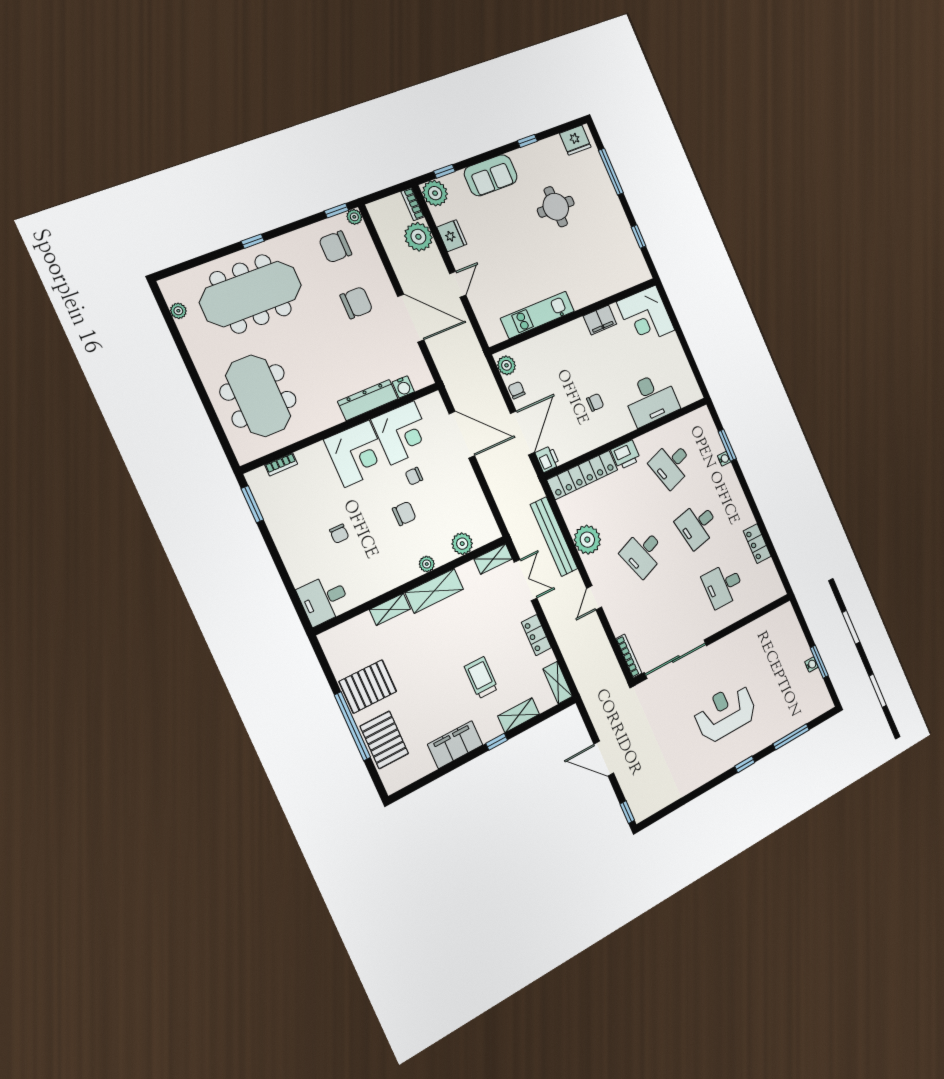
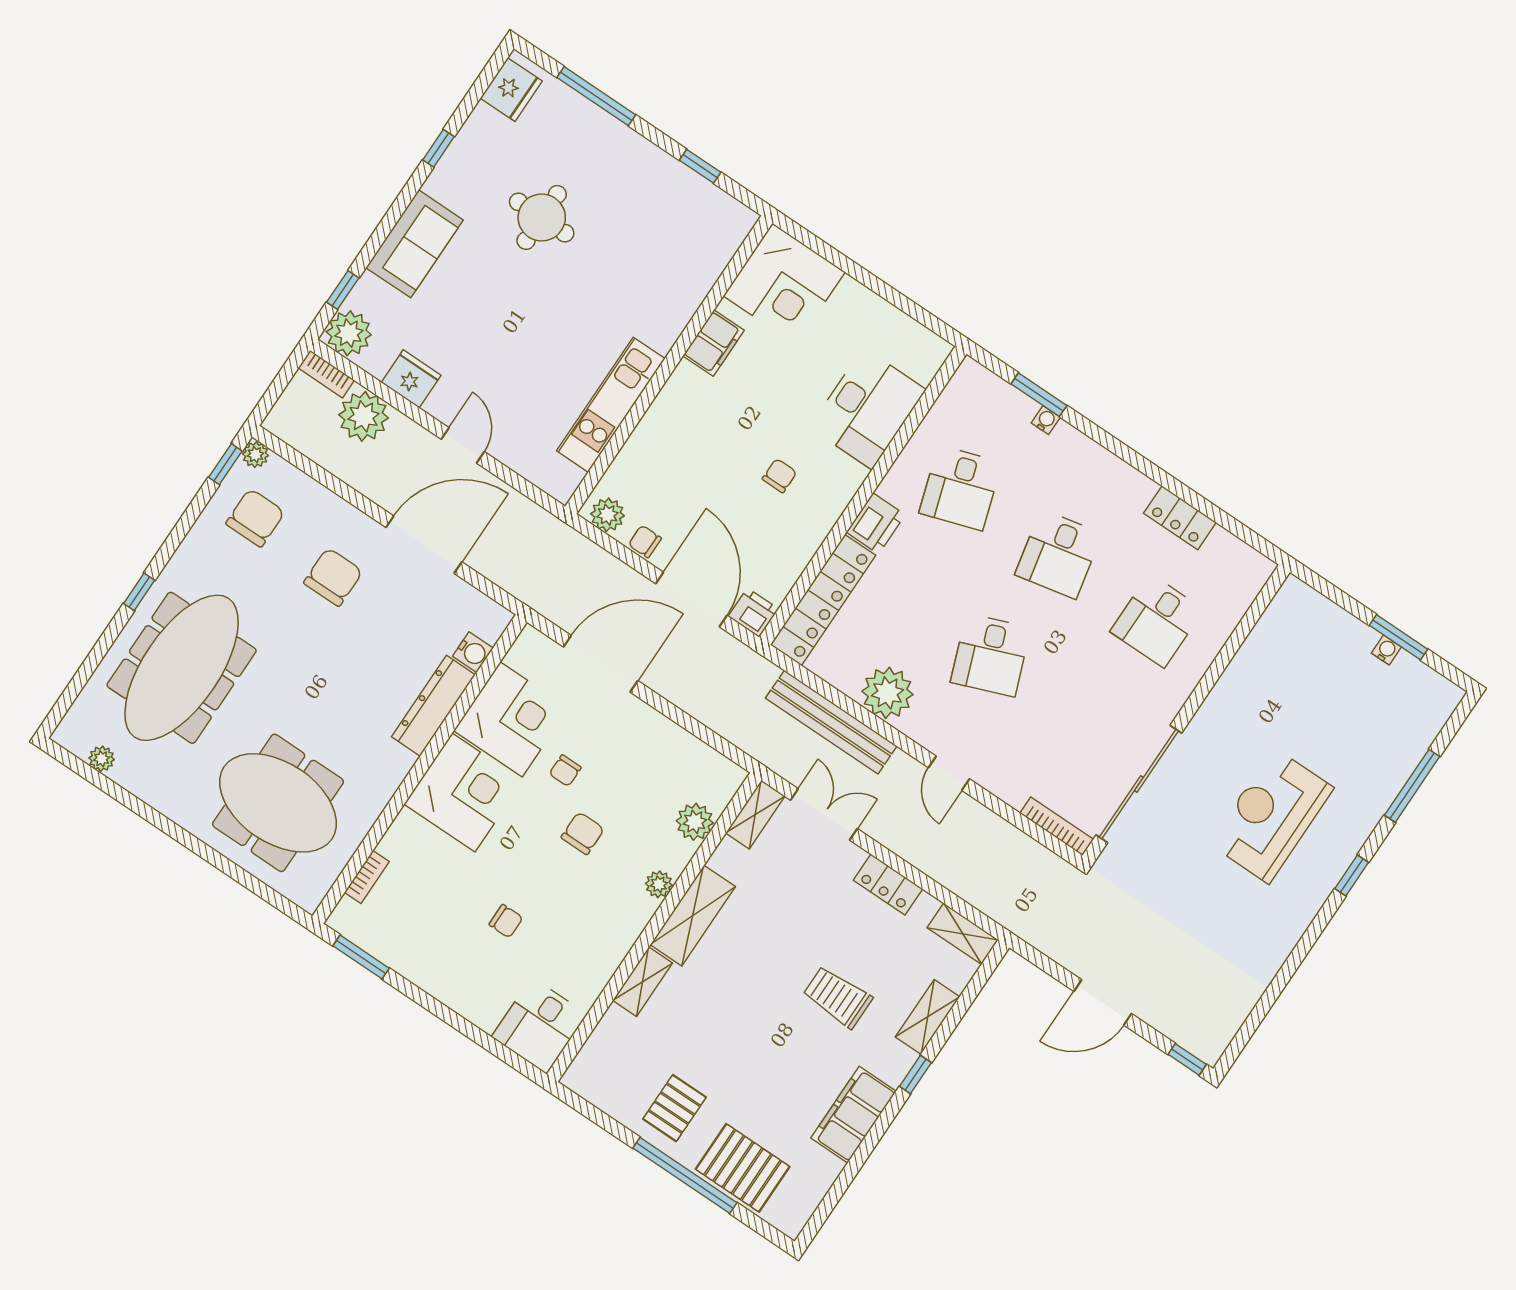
chair: (335, 247) -> (255, 518), turned 180
pallet: (368, 686) -> (674, 1108), width x0.67, depth x0.71

